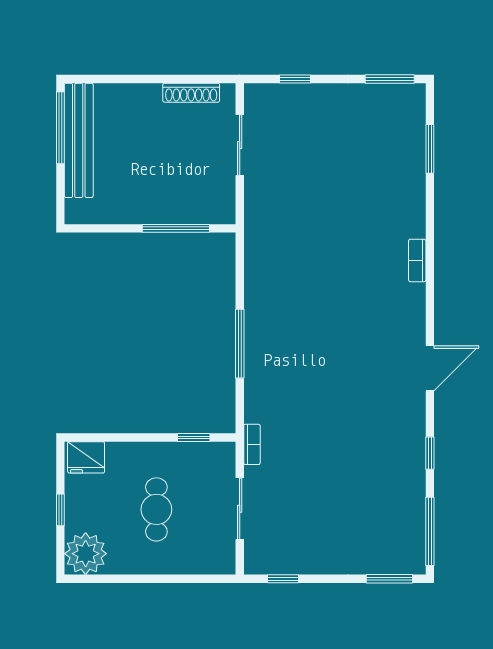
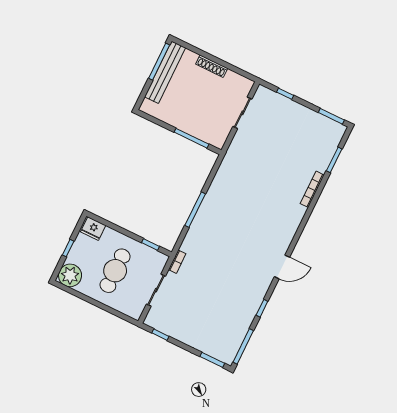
shoe rack: (191, 93) -> (212, 66), moved
bookcase: (417, 260) -> (312, 189), moved, width x1.56
cafe table: (156, 509) -> (115, 271), width x1.37, depth x1.35

